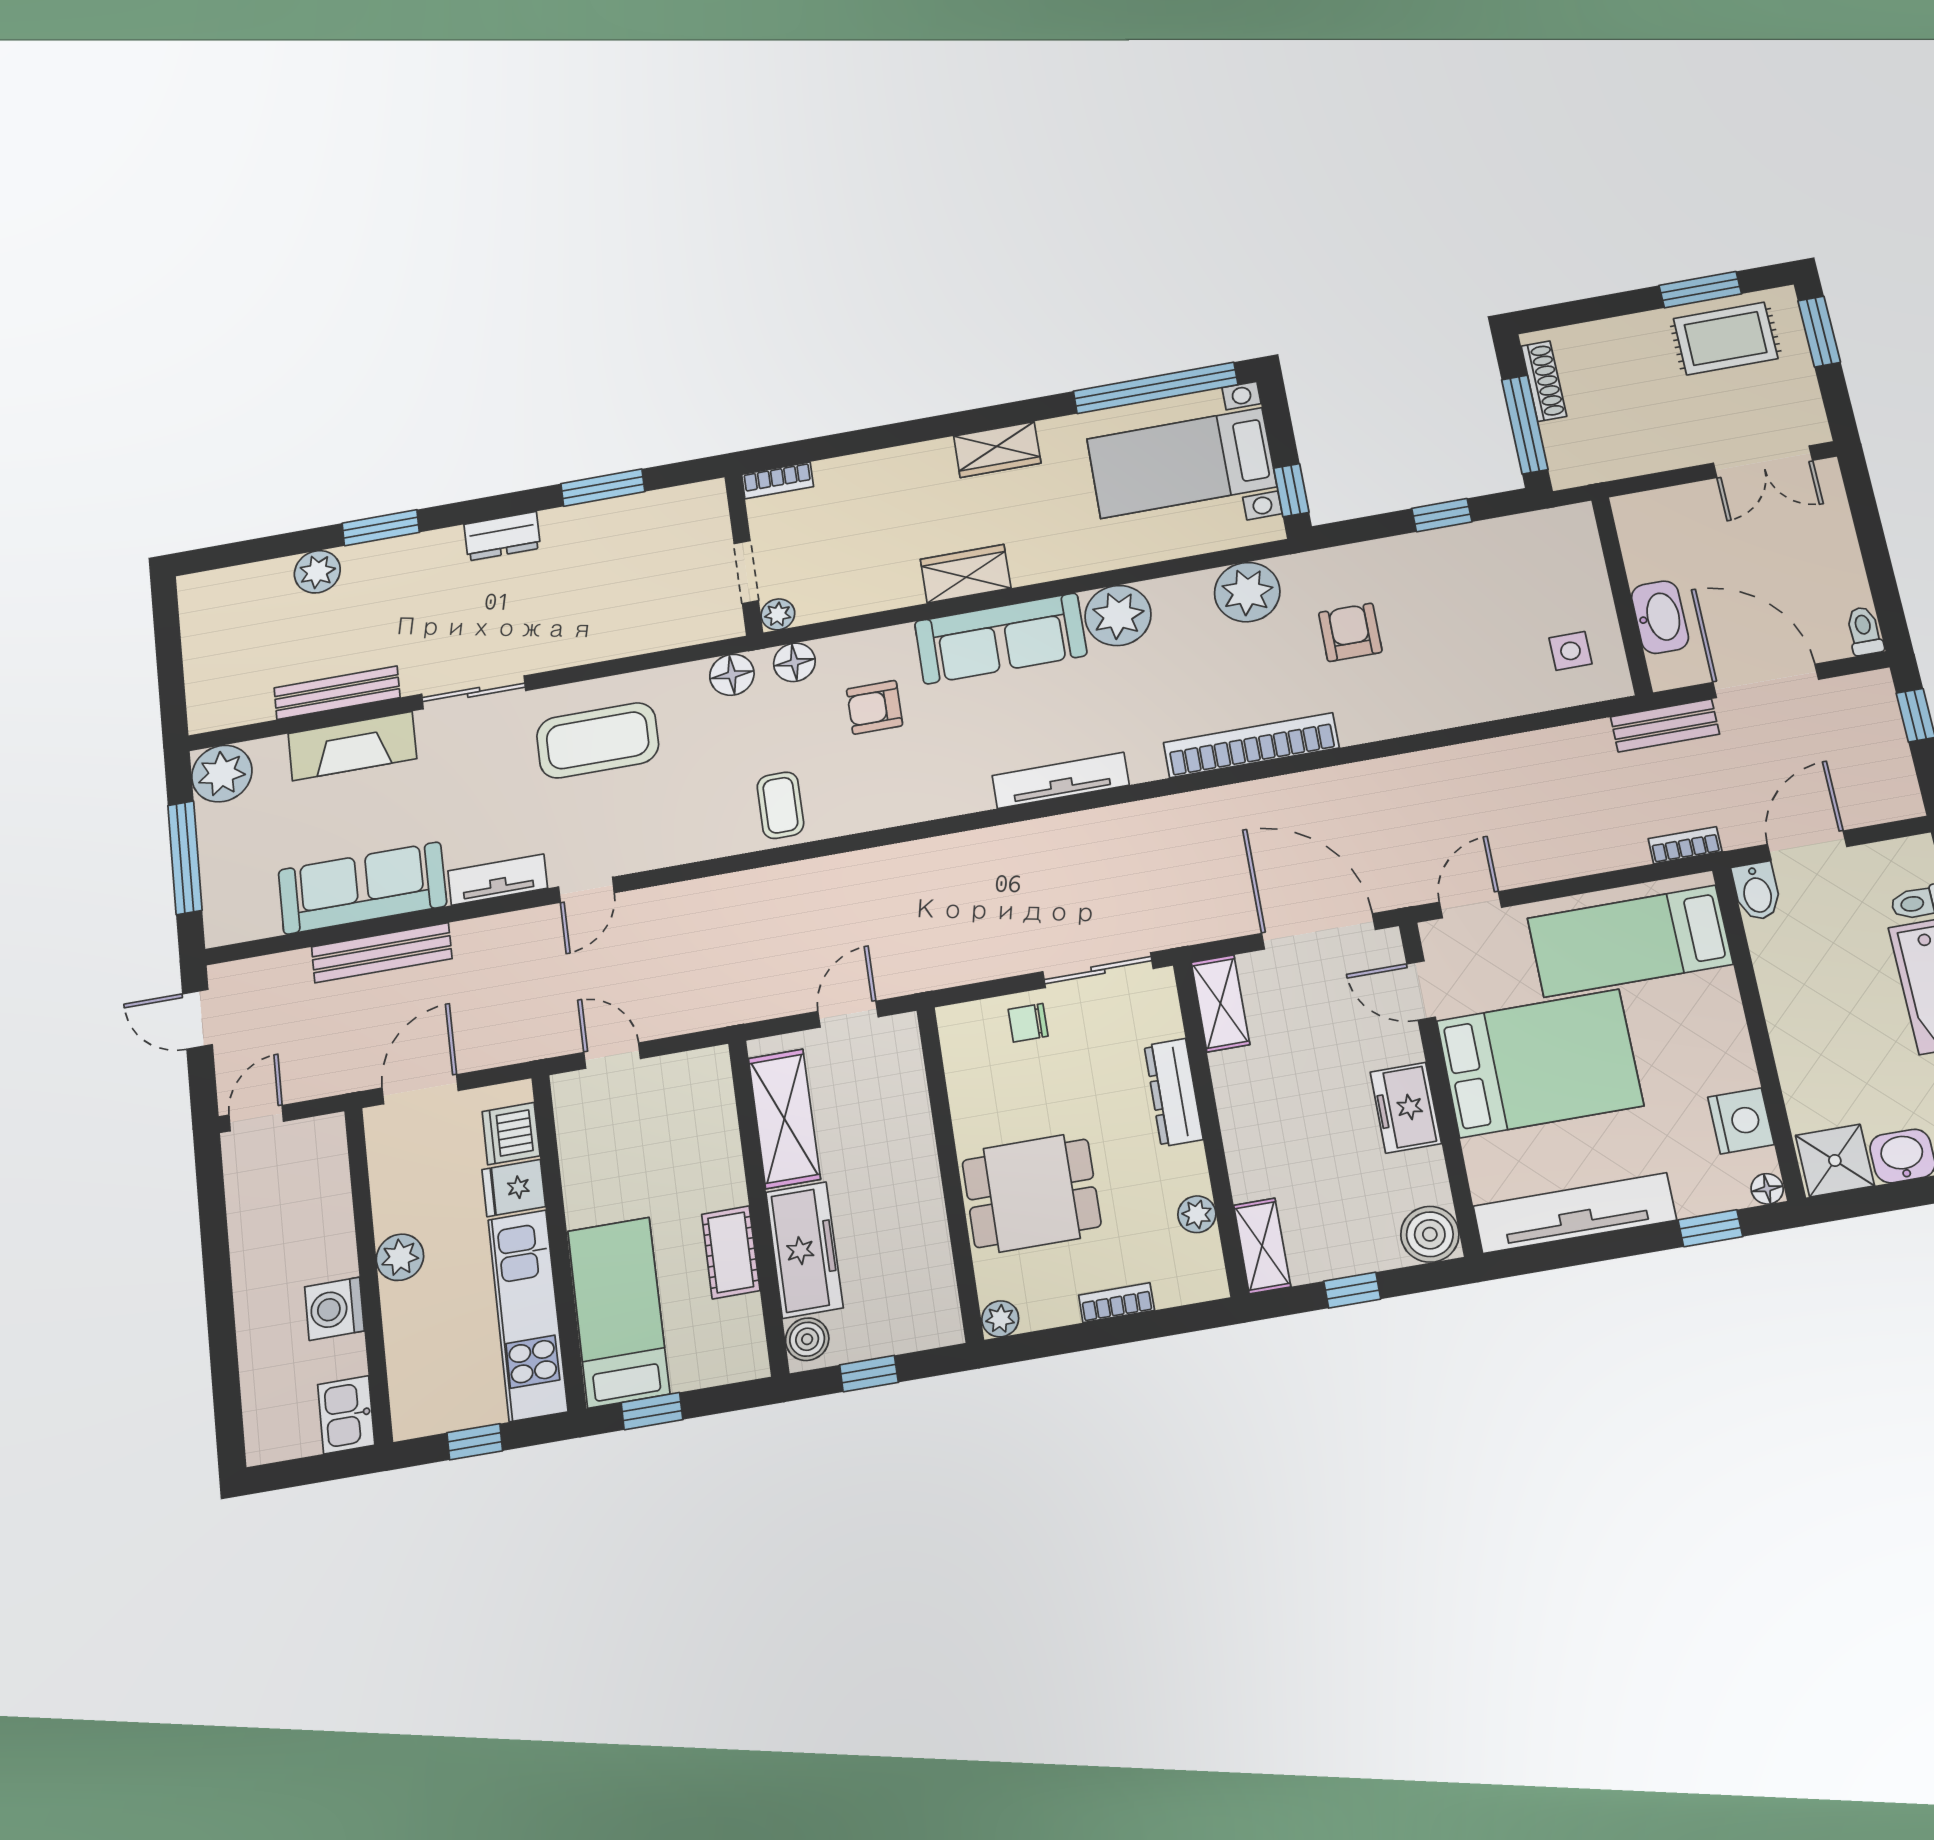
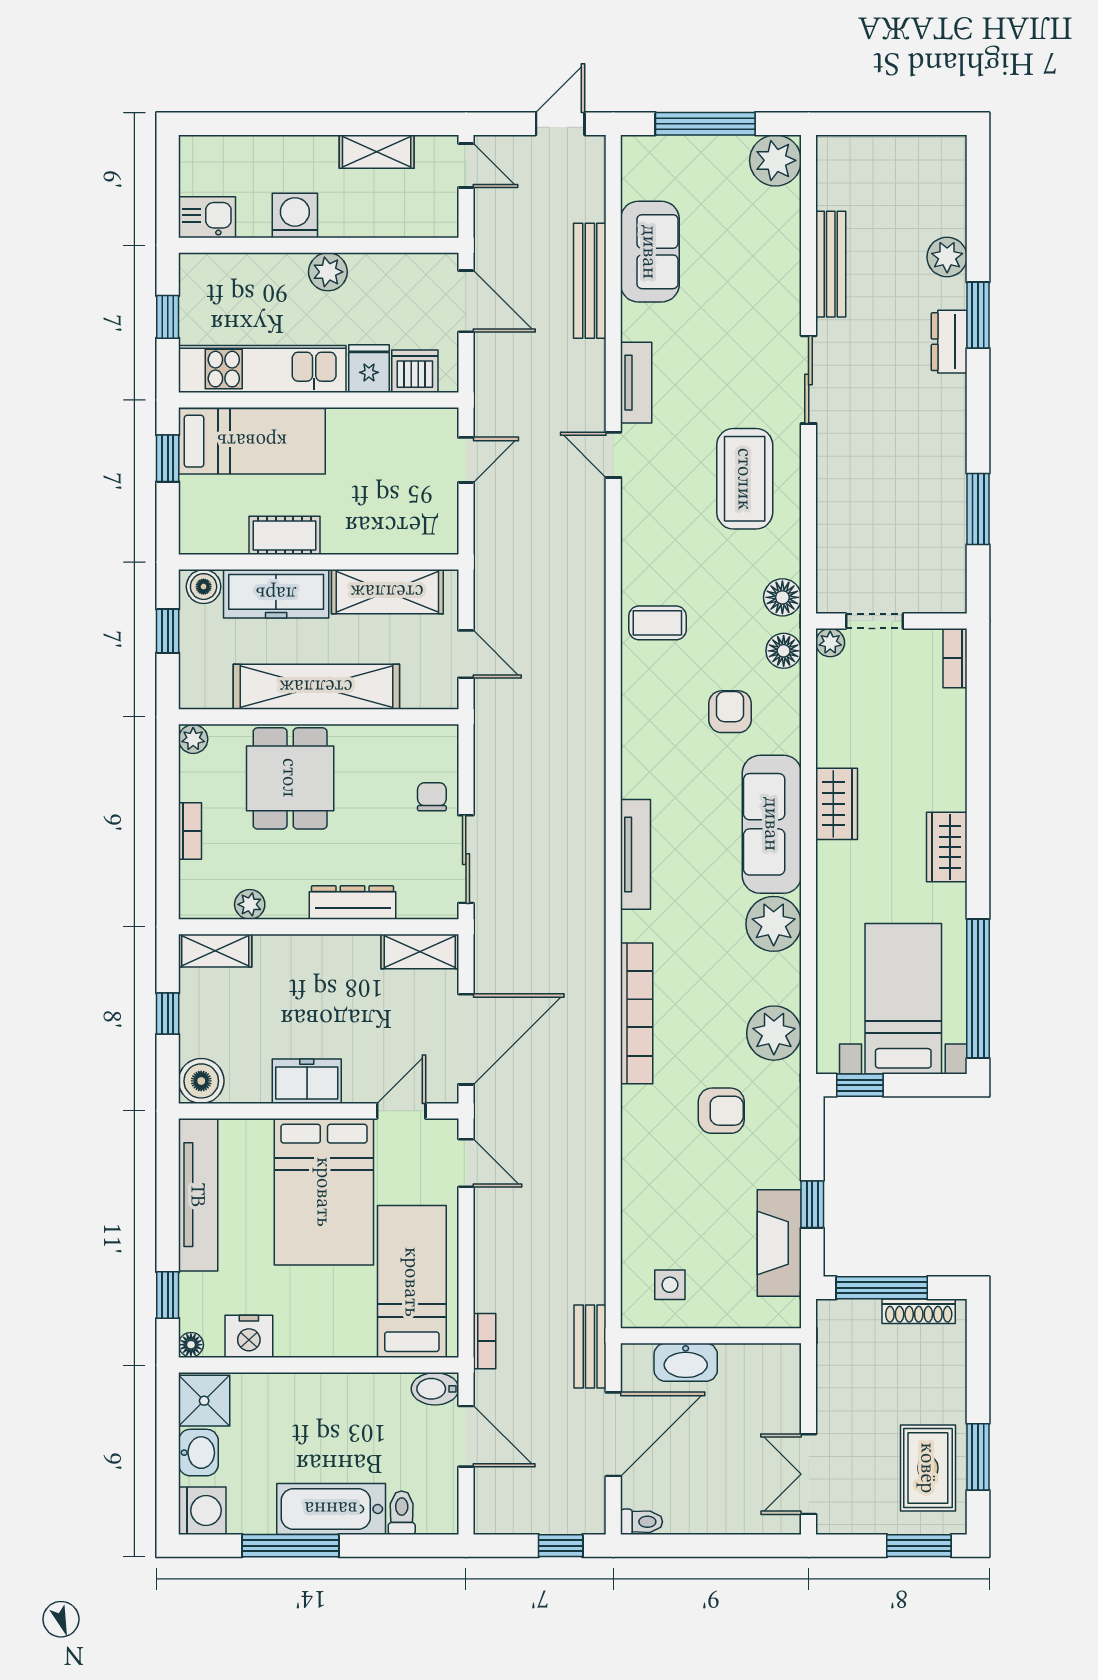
dresser: (502, 536) -> (949, 342), moved
fireplace: (352, 746) -> (779, 1243), moved
sofa: (362, 888) -> (650, 252), width x0.73
shelving: (913, 1182) -> (316, 687), added
shelving: (248, 1225) -> (377, 152), added

